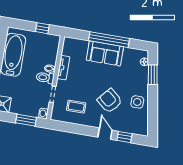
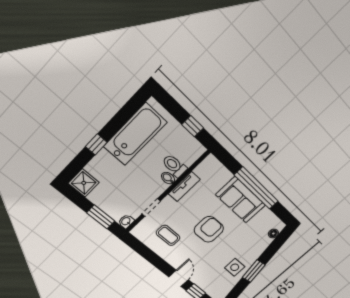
window: (153, 75) -> (254, 271), moved
toilet: (45, 78) -> (174, 166), moved
armchair: (110, 101) -> (209, 229), moved, turned 49

